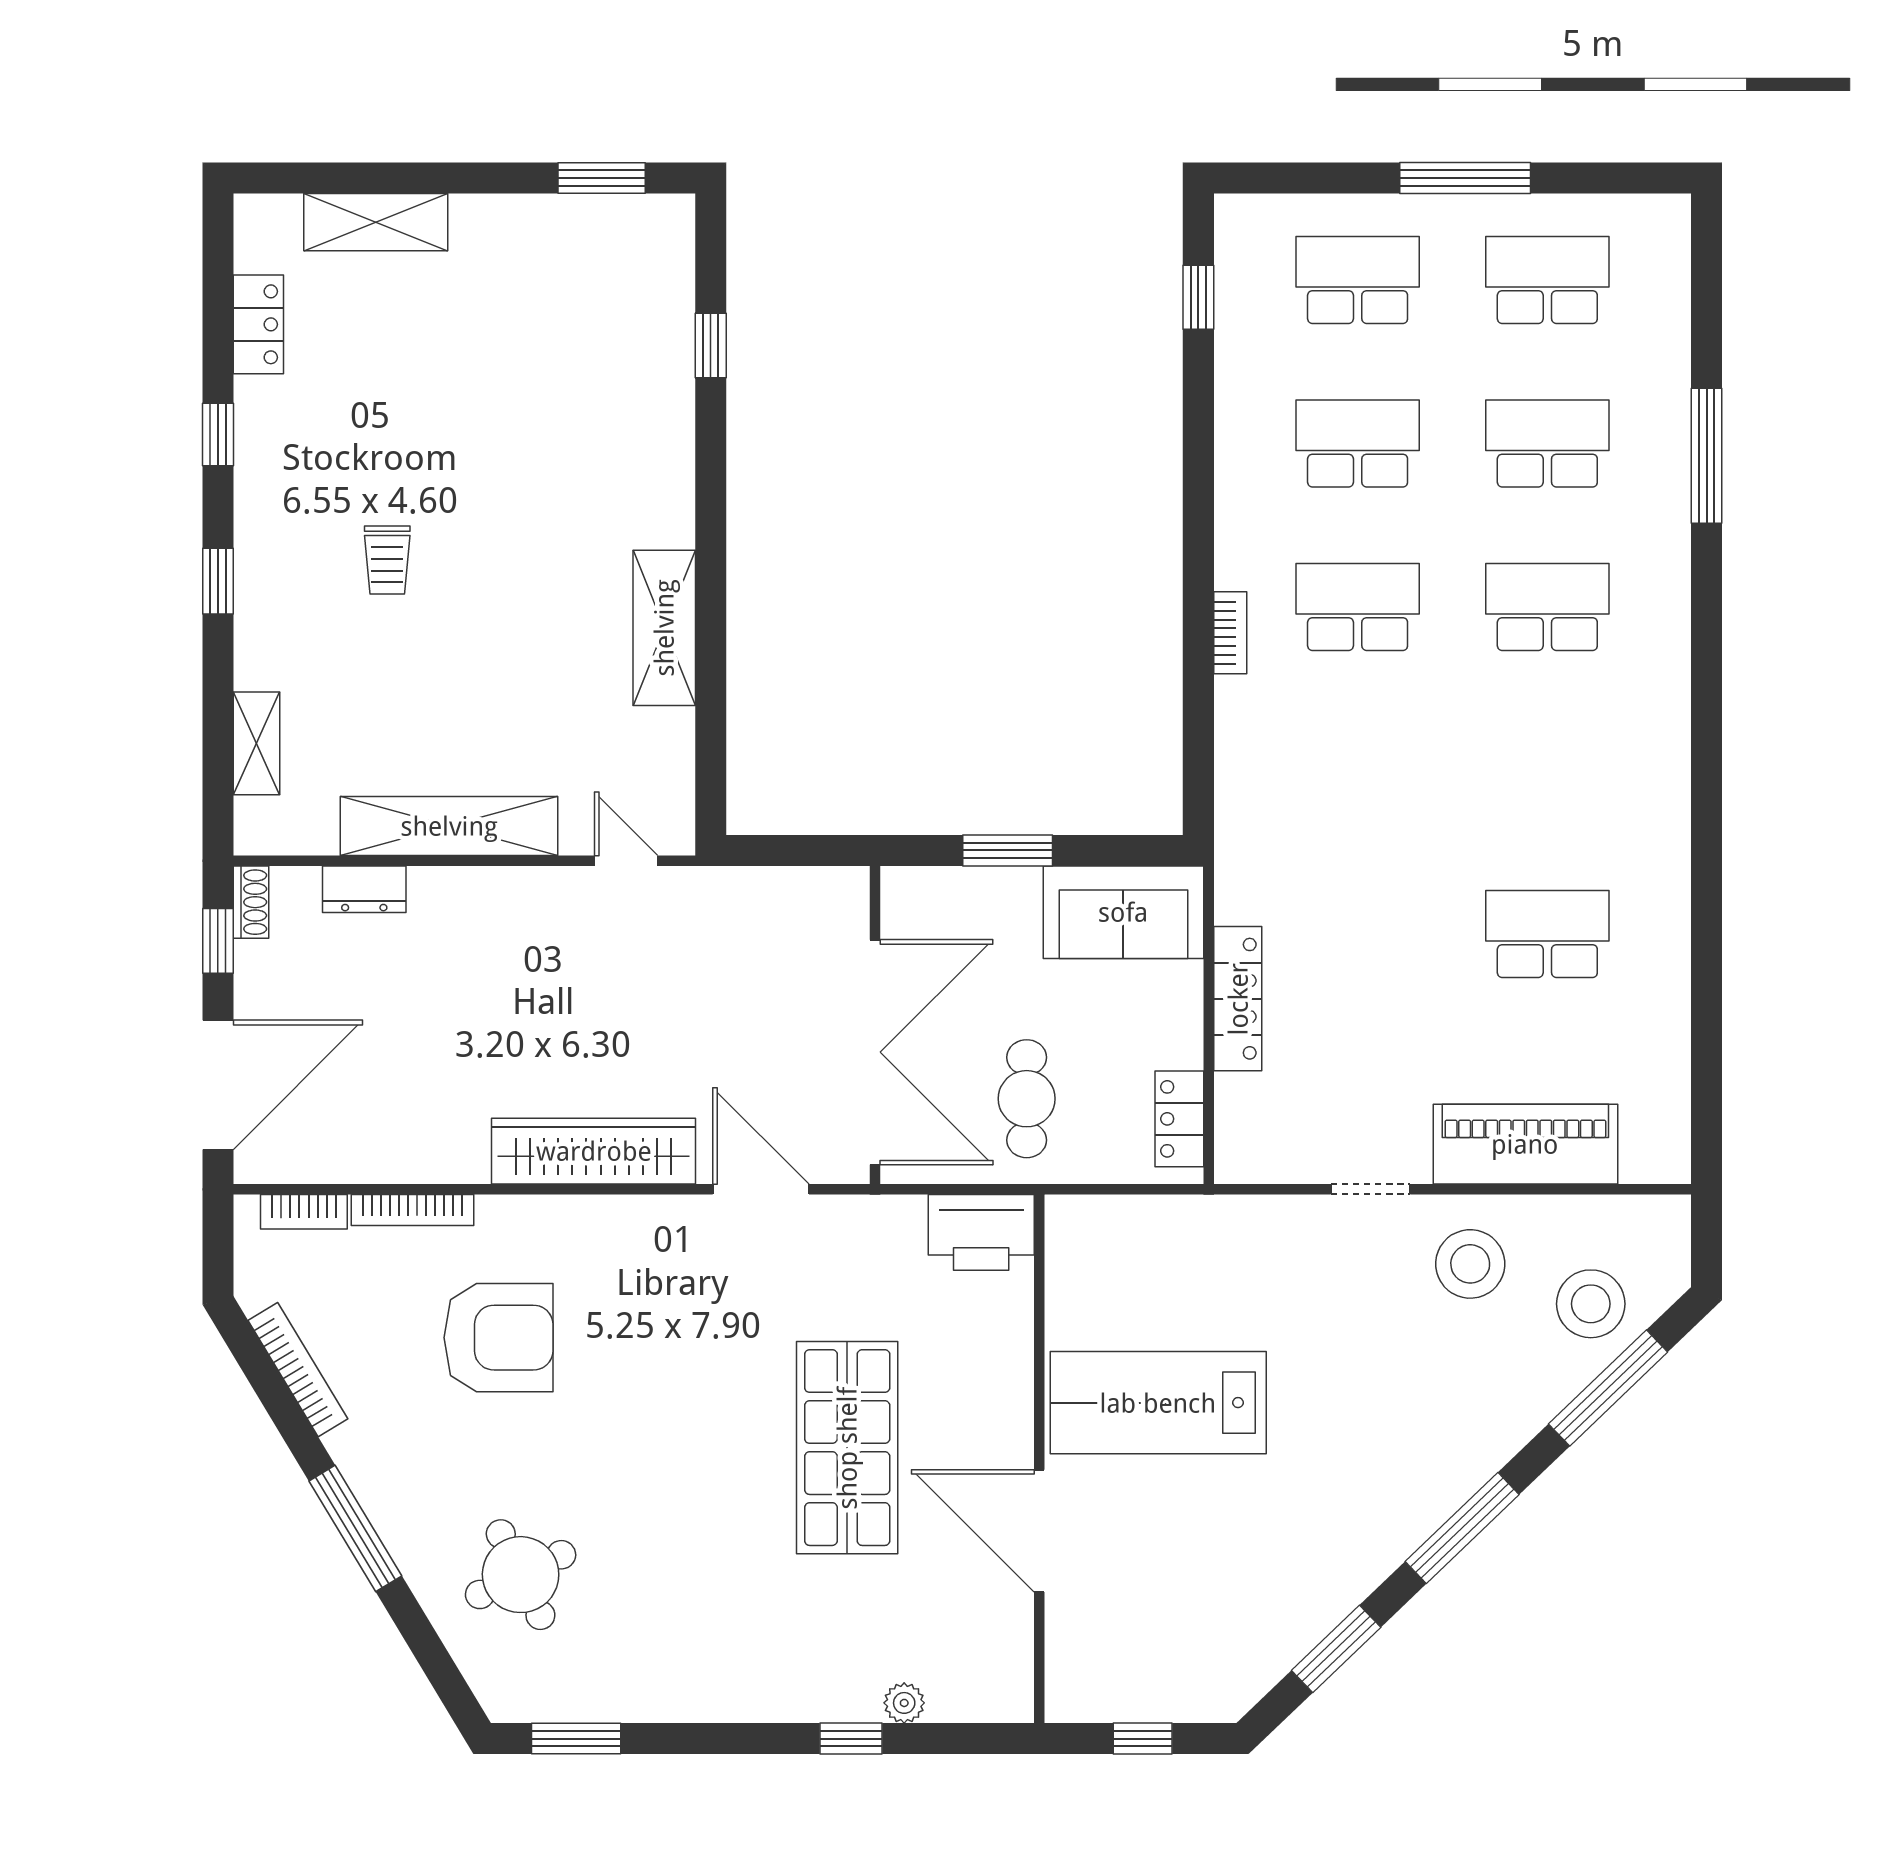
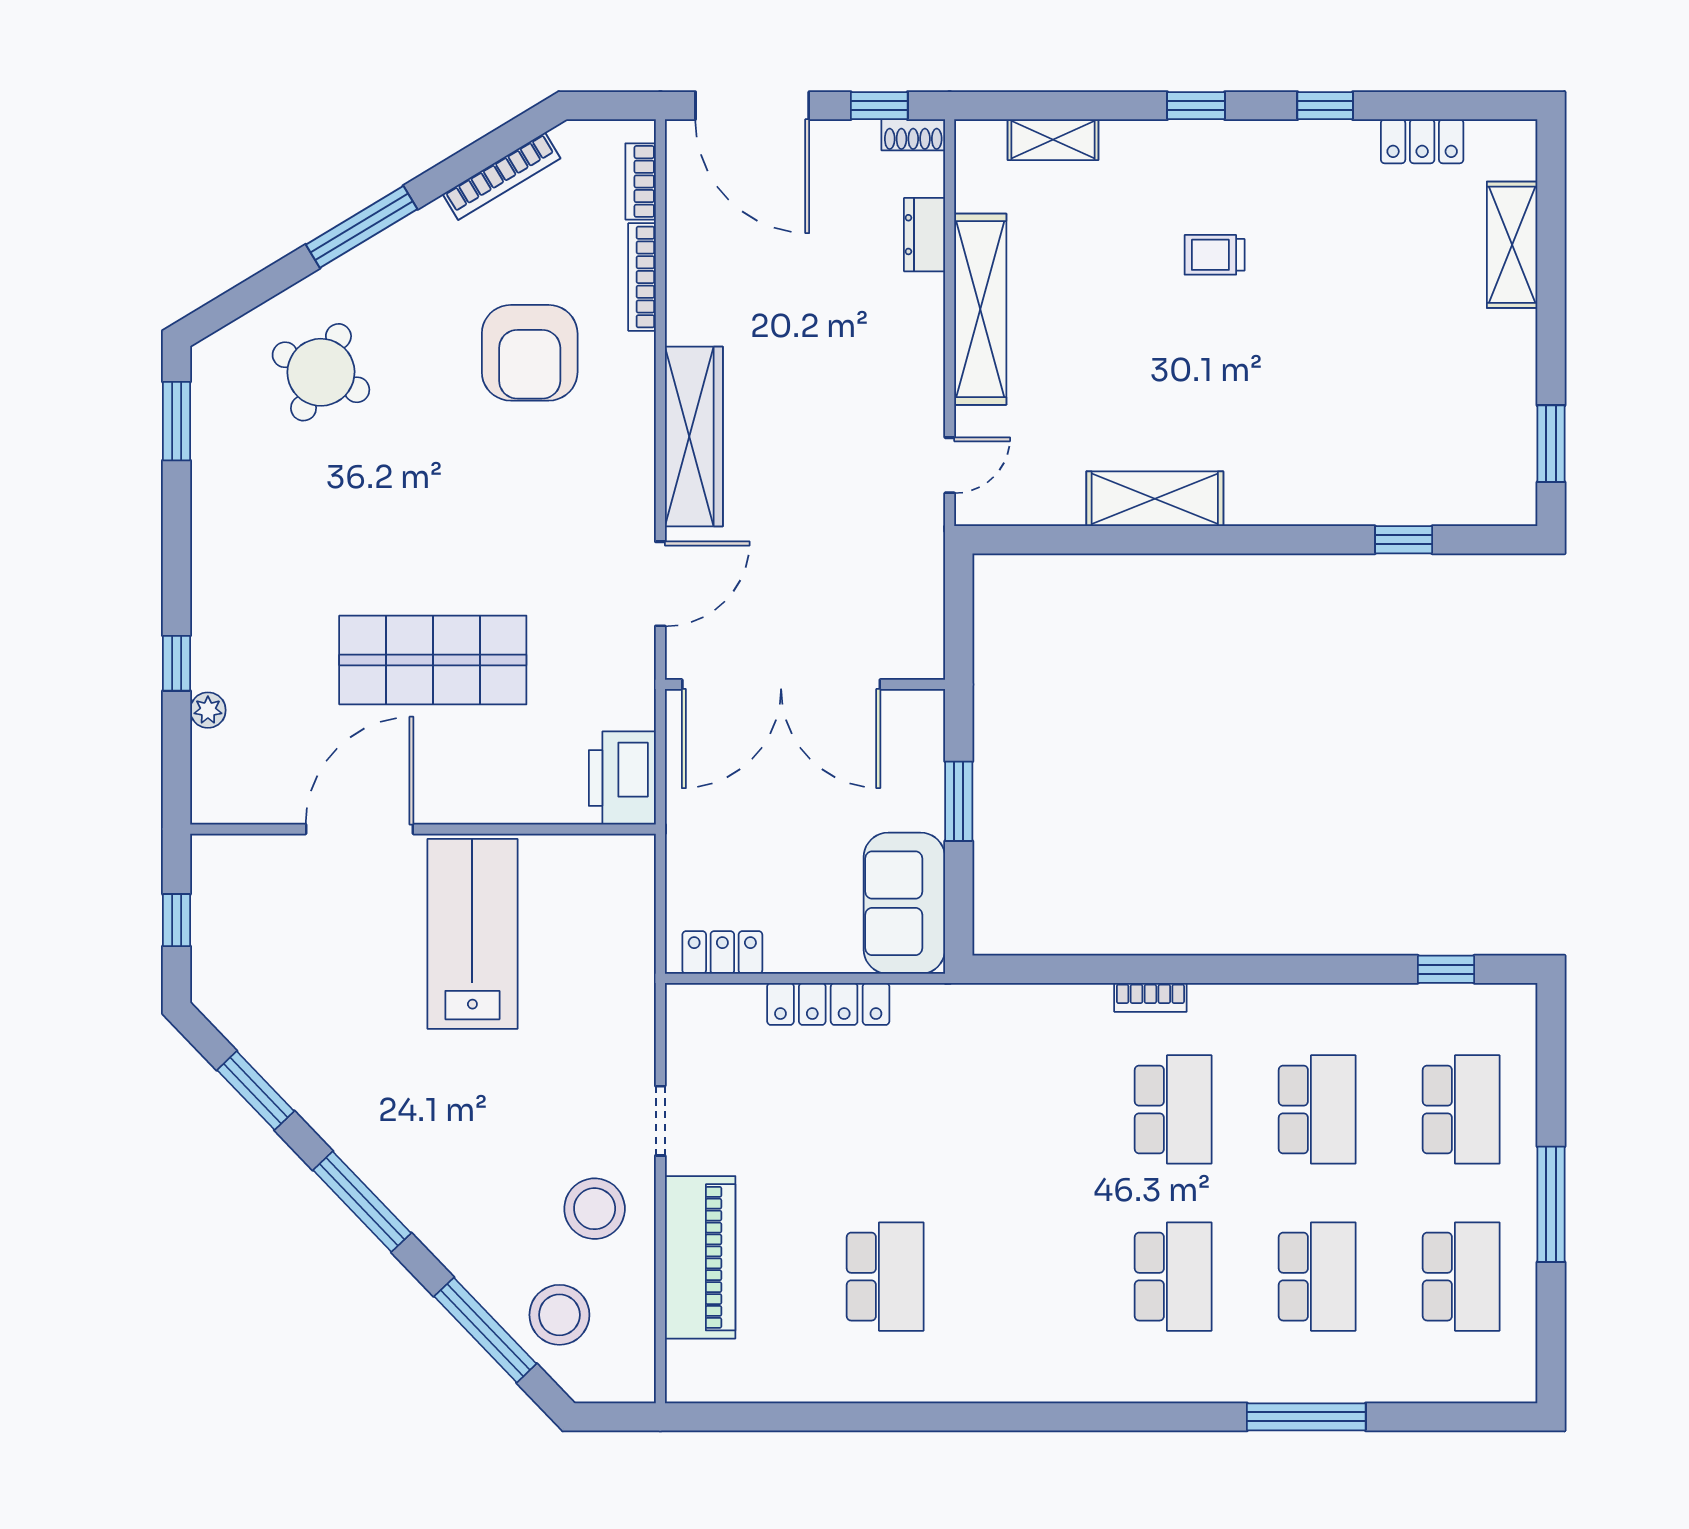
cafe table: (1027, 1099) -> (740, 818), removed
round table: (521, 1575) -> (321, 372), turned -38

